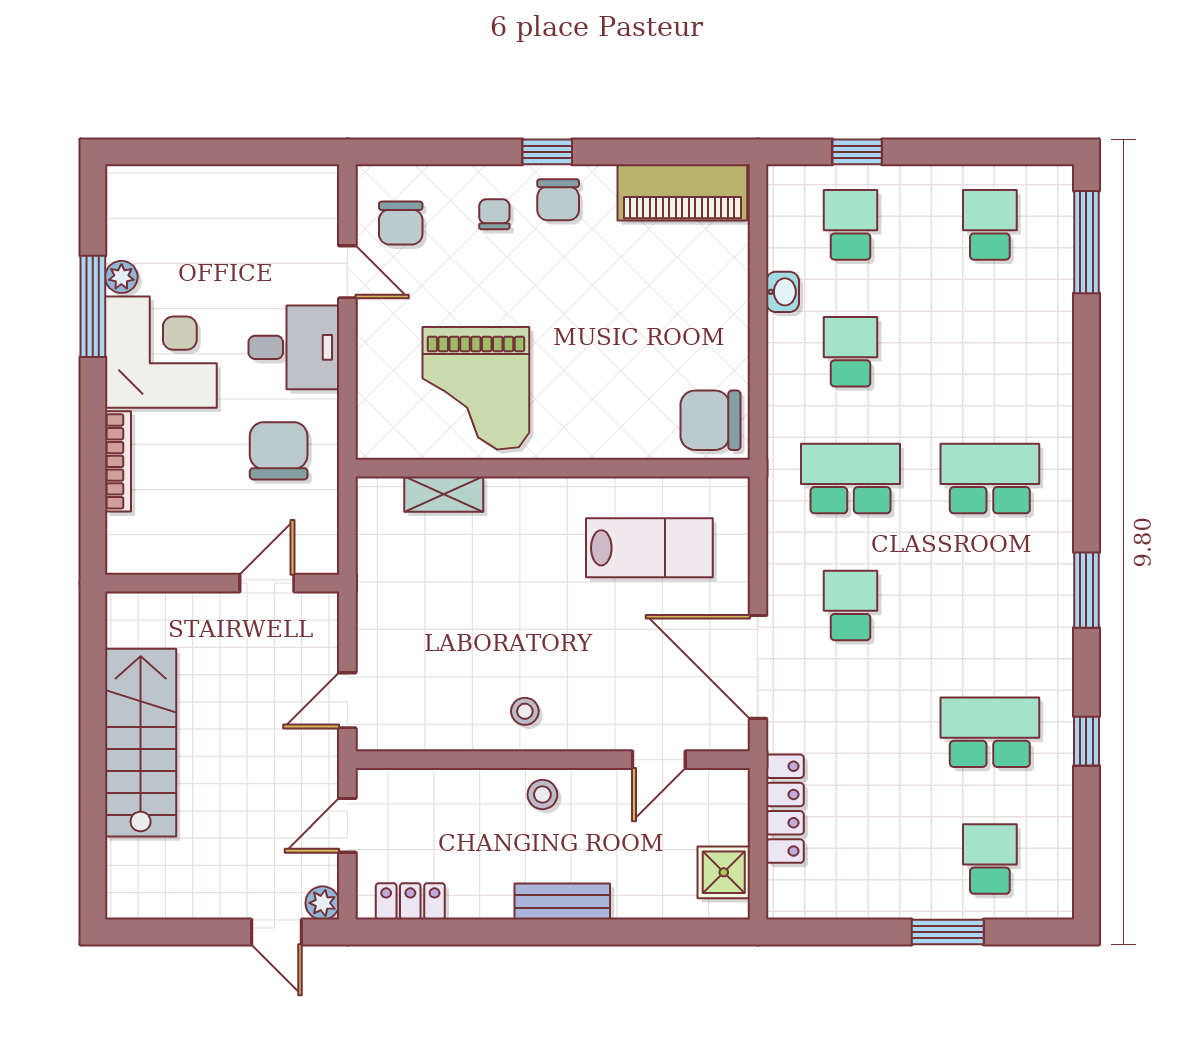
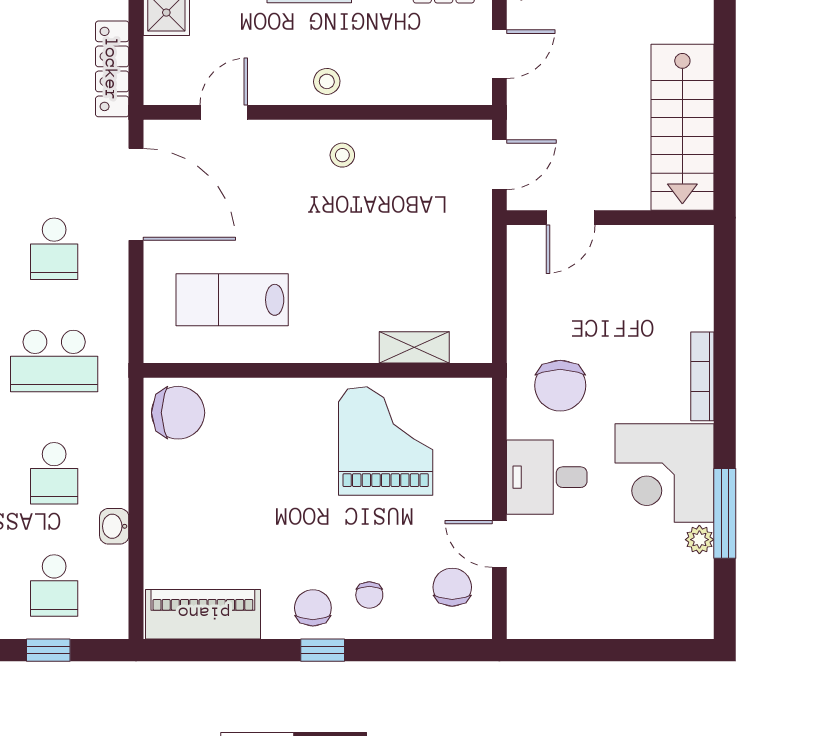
wall: (222, 583) -> (610, 218), moved
door: (267, 583) -> (571, 218), moved

